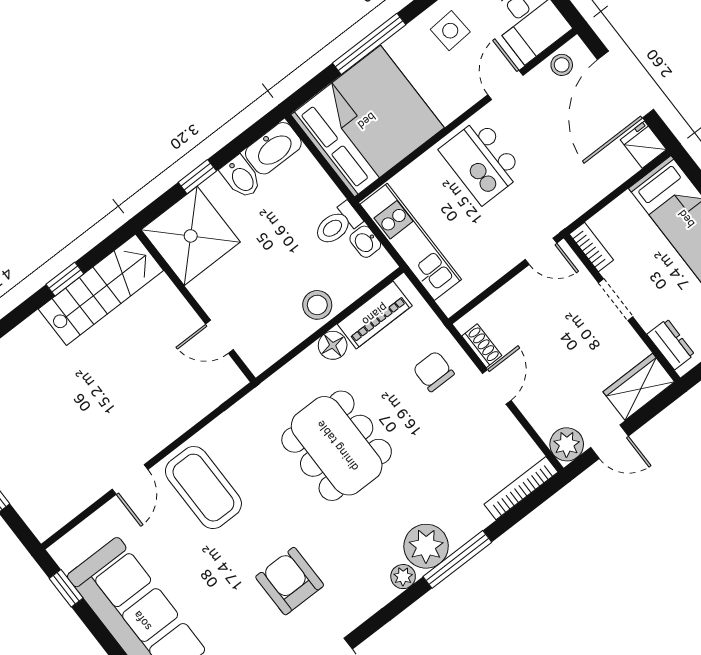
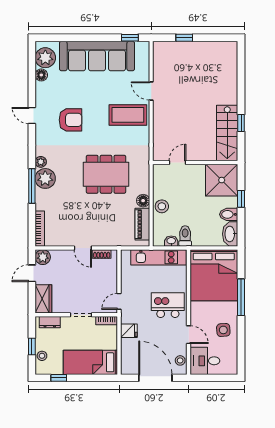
fridge: (643, 145) -> (129, 331), moved
chair: (434, 371) -> (106, 230), removed

